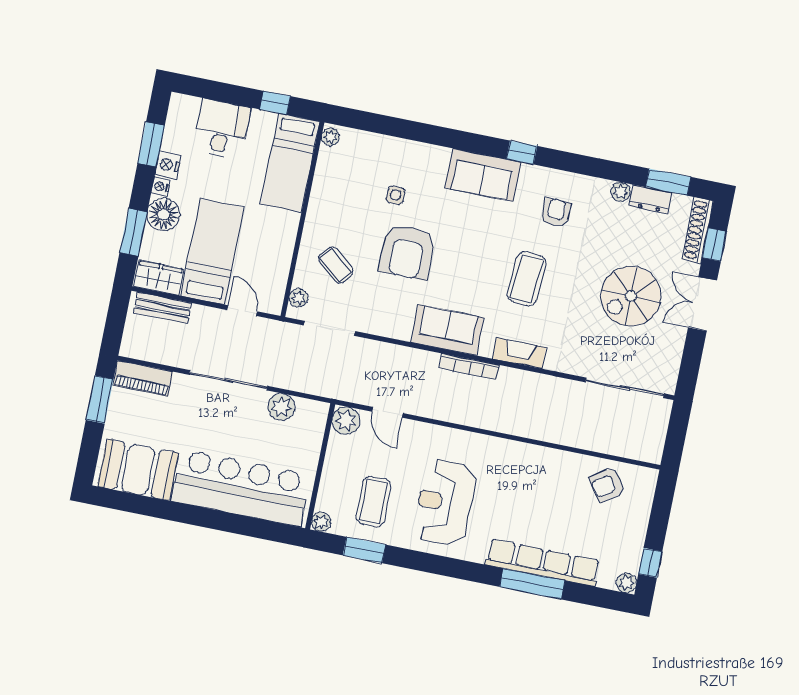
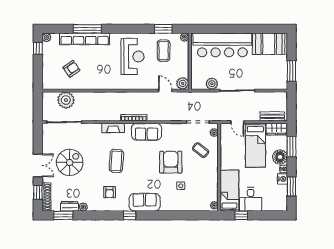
desk: (222, 129) -> (251, 199), moved
piano: (143, 378) -> (275, 84), removed
plant: (611, 436) -> (66, 100), added
armchair: (607, 485) -> (71, 69), moved

